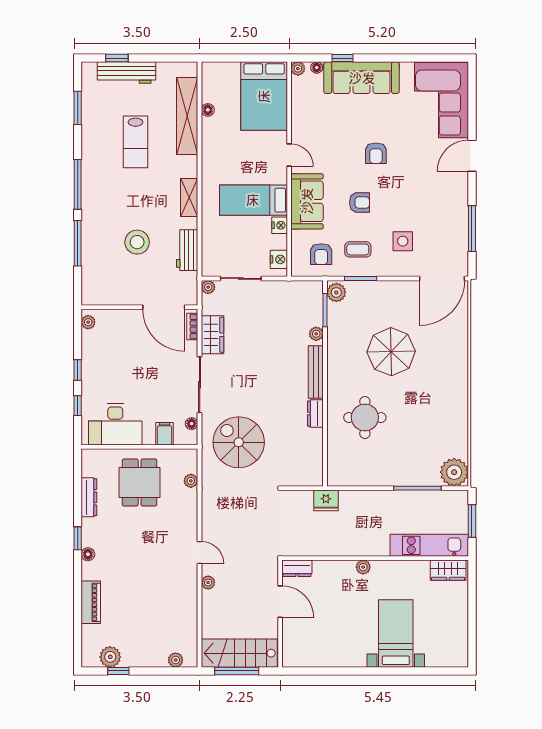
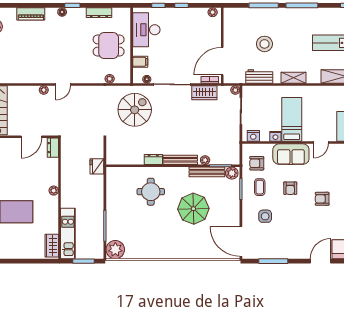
door: (472, 156) -> (320, 261), hinge flipped
bench: (334, 331) -> (207, 172), added

